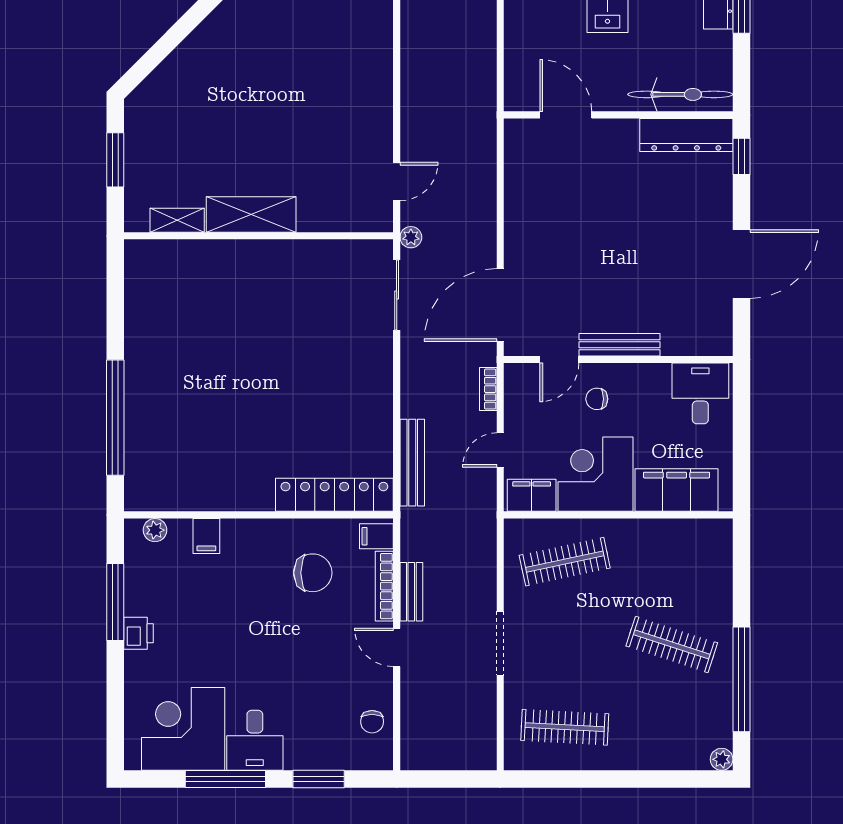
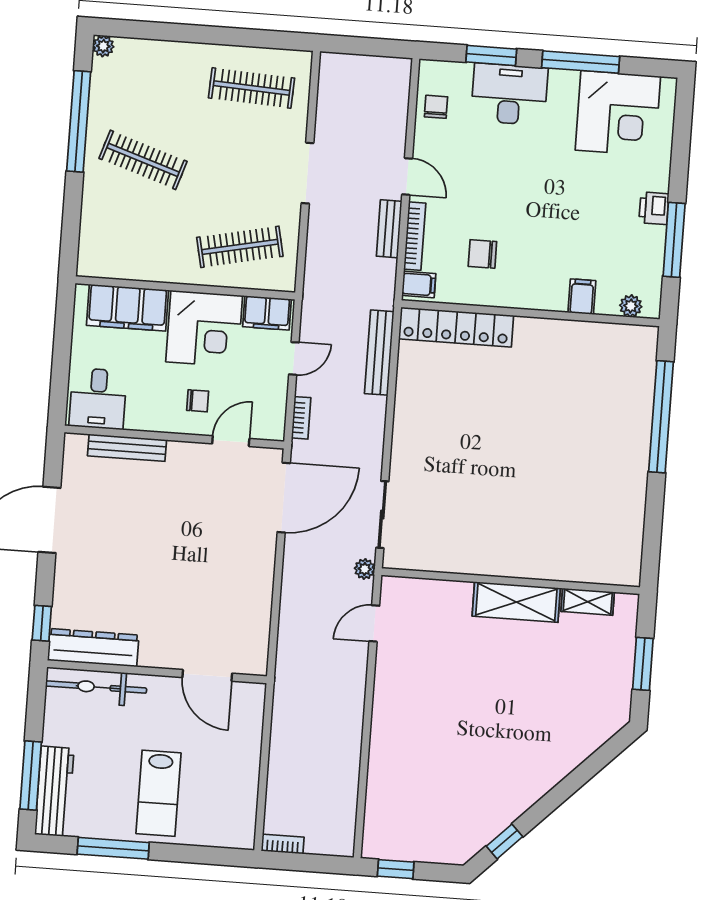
bench: (619, 345) -> (127, 448), moved
chair: (313, 573) -> (482, 254), width x0.73, depth x0.73
desk: (255, 740) -> (509, 94), moved, width x1.37

